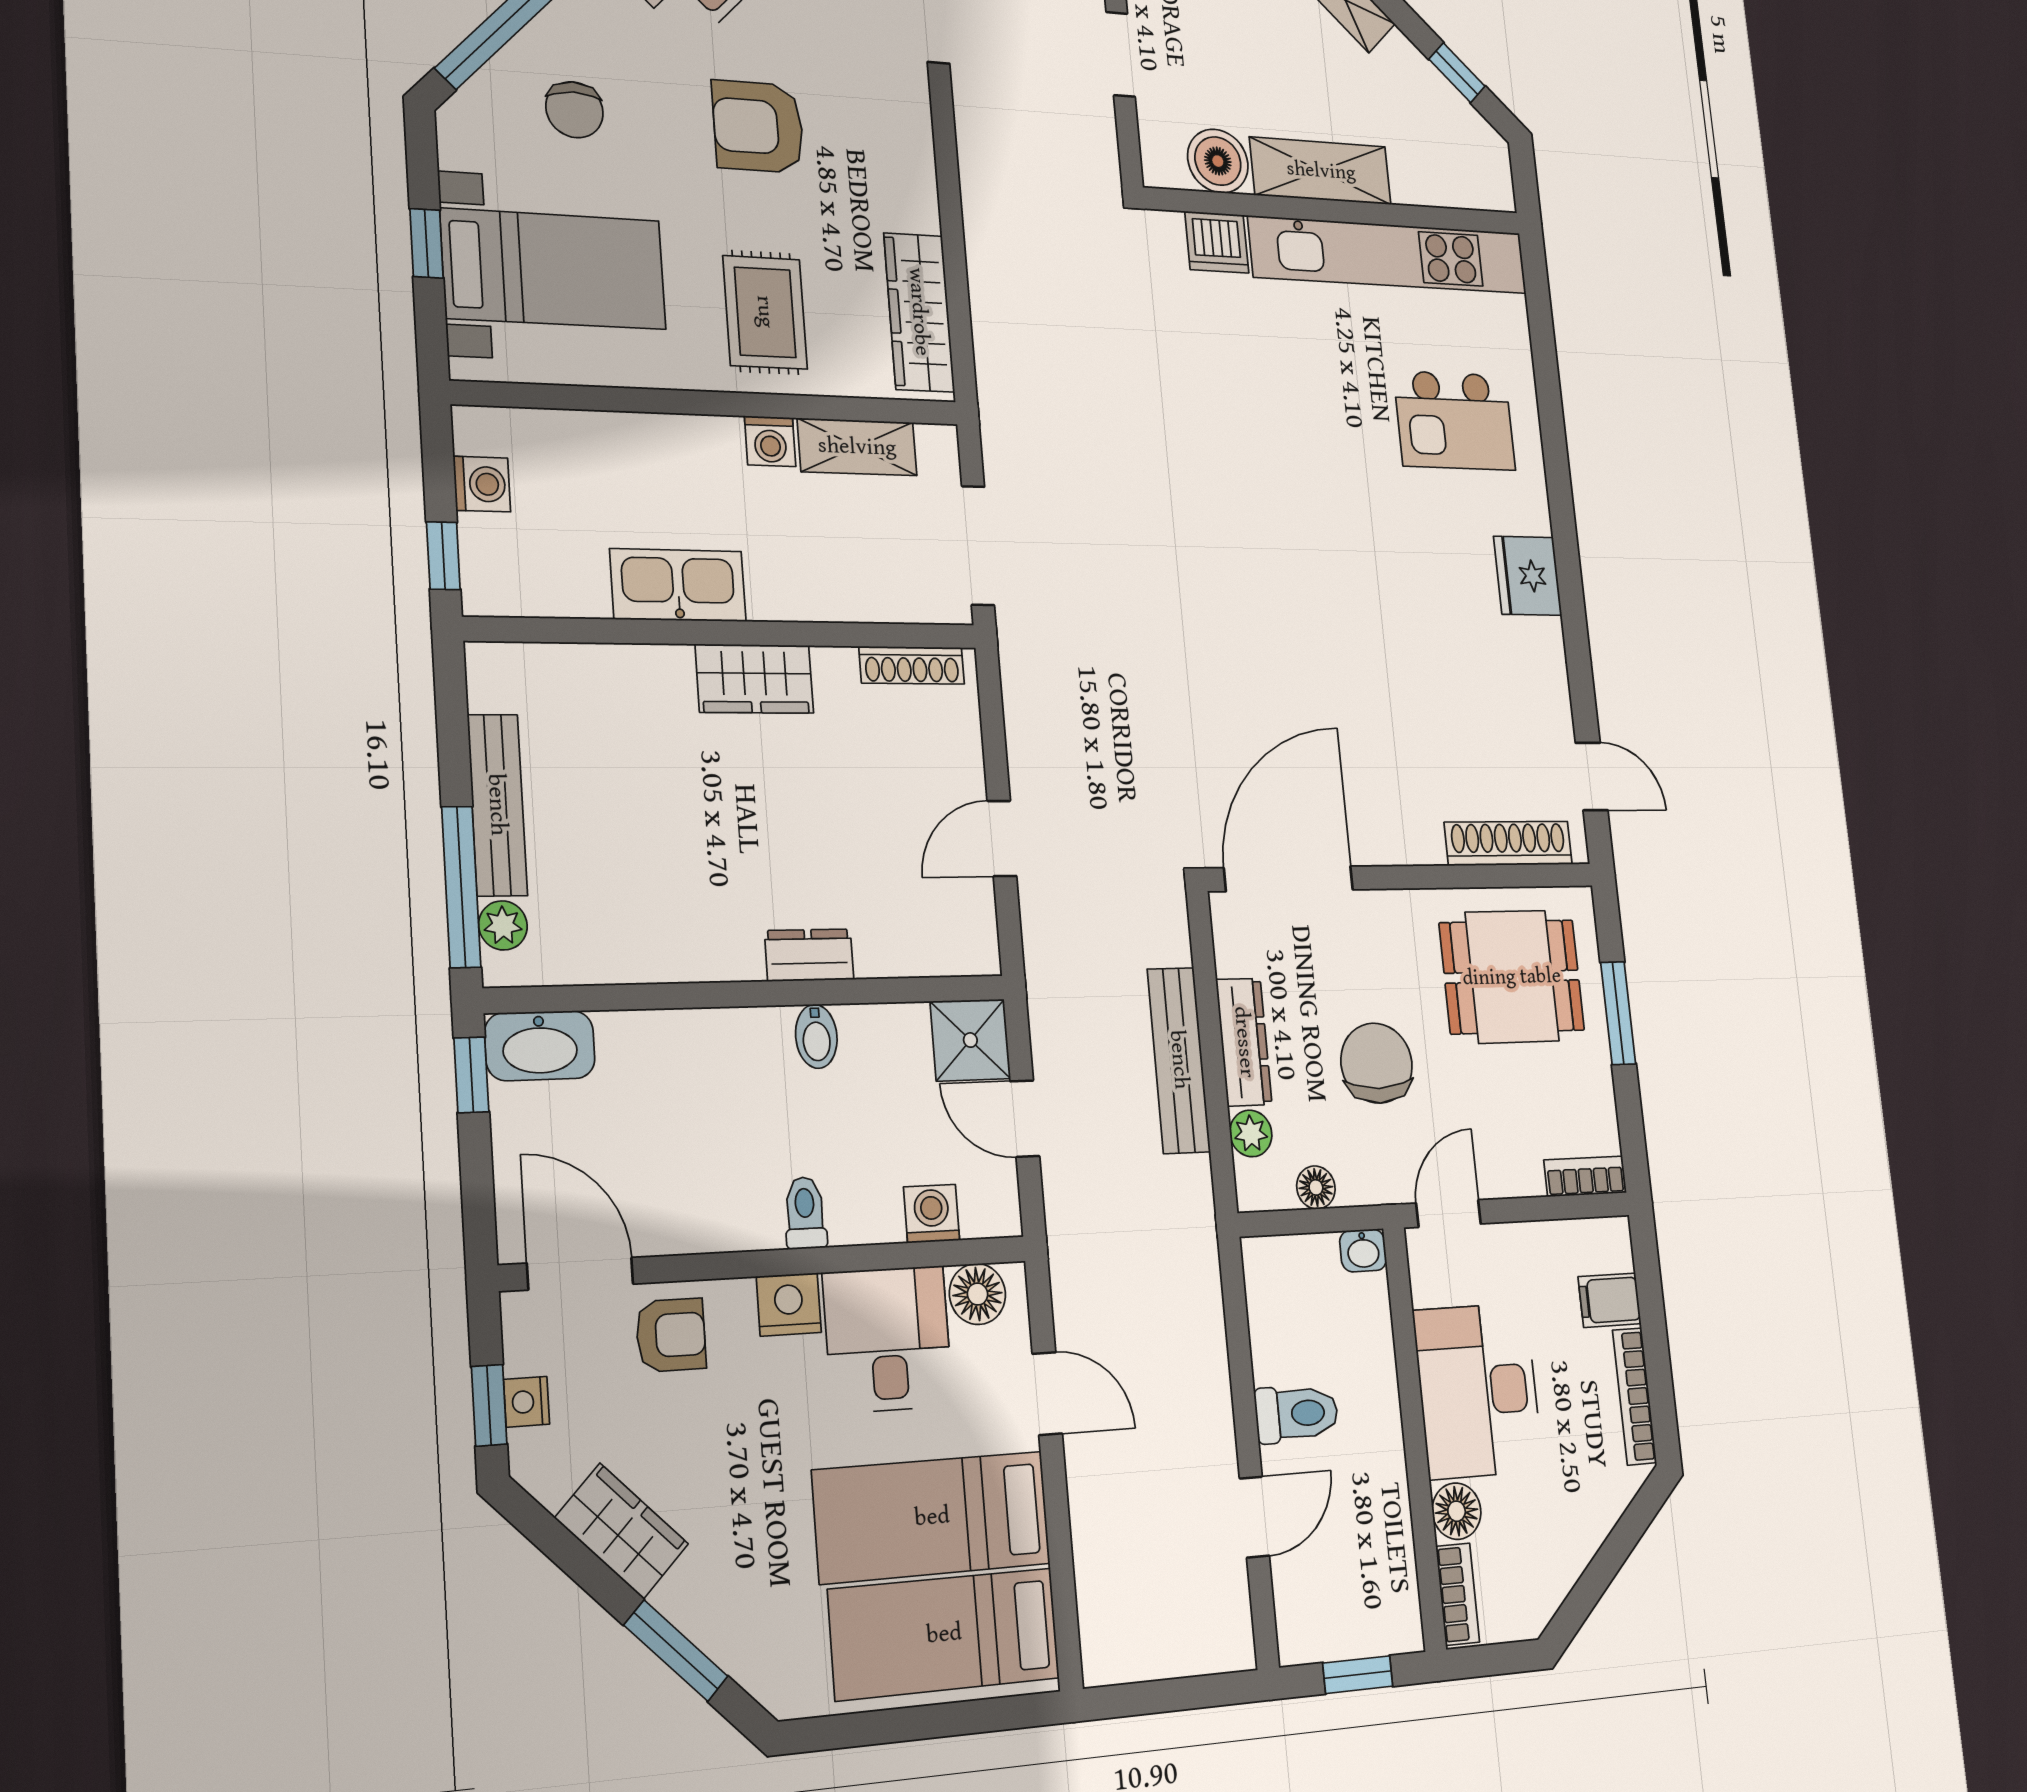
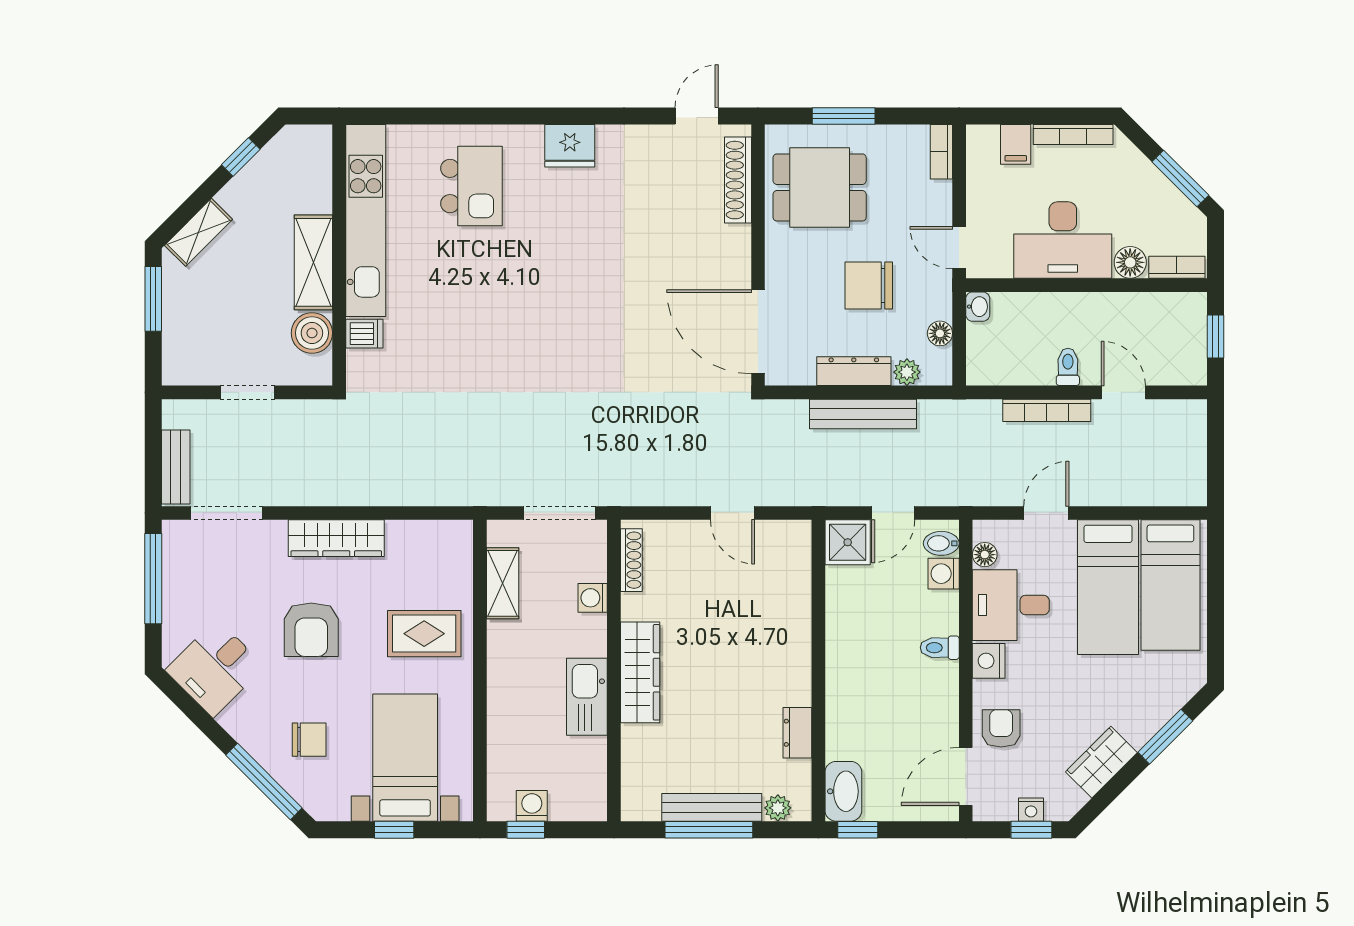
dishwasher: (1217, 242) -> (364, 334), width x0.73
wardrobe: (919, 312) -> (336, 538), moved
washing machine: (770, 441) -> (593, 598), moved, turned 180
window: (443, 556) -> (526, 830), moved
wardrobe: (754, 679) -> (640, 672), width x1.50
window: (461, 887) -> (709, 830), moved
dresser: (809, 955) -> (797, 733), moved
dining table: (1512, 977) -> (820, 187), turned 90
bidet: (816, 1036) -> (941, 543), moved, turned 180
floor lamp: (977, 1294) -> (985, 555), width x0.73, depth x0.73
bookcase: (1214, 1382) -> (1047, 410), added
toilet: (1297, 1414) -> (1068, 367), width x0.73, depth x0.72
window: (1591, 1587) -> (1180, 179), added

